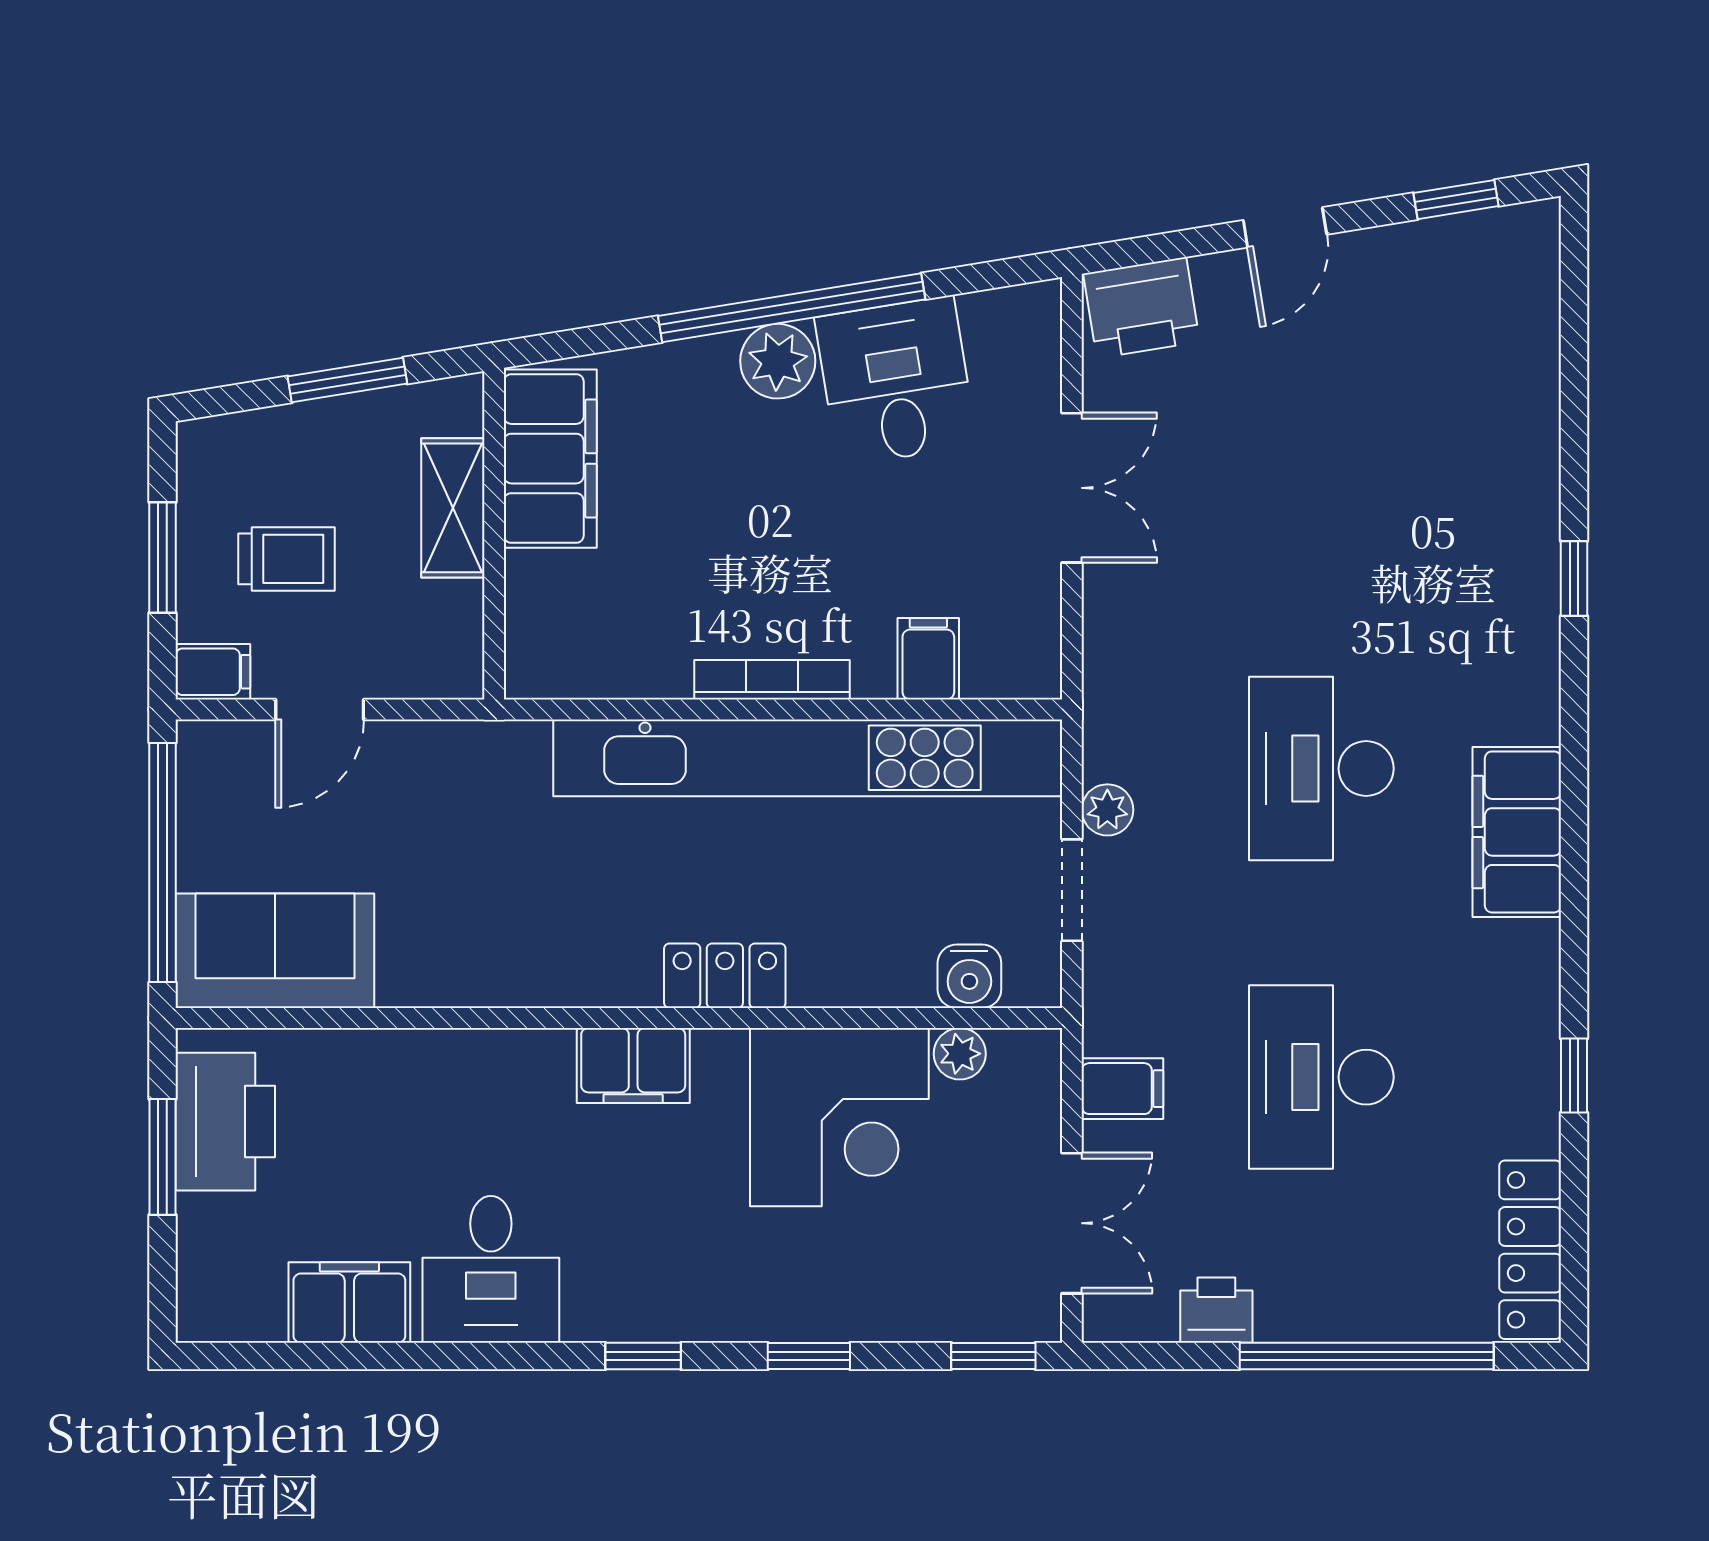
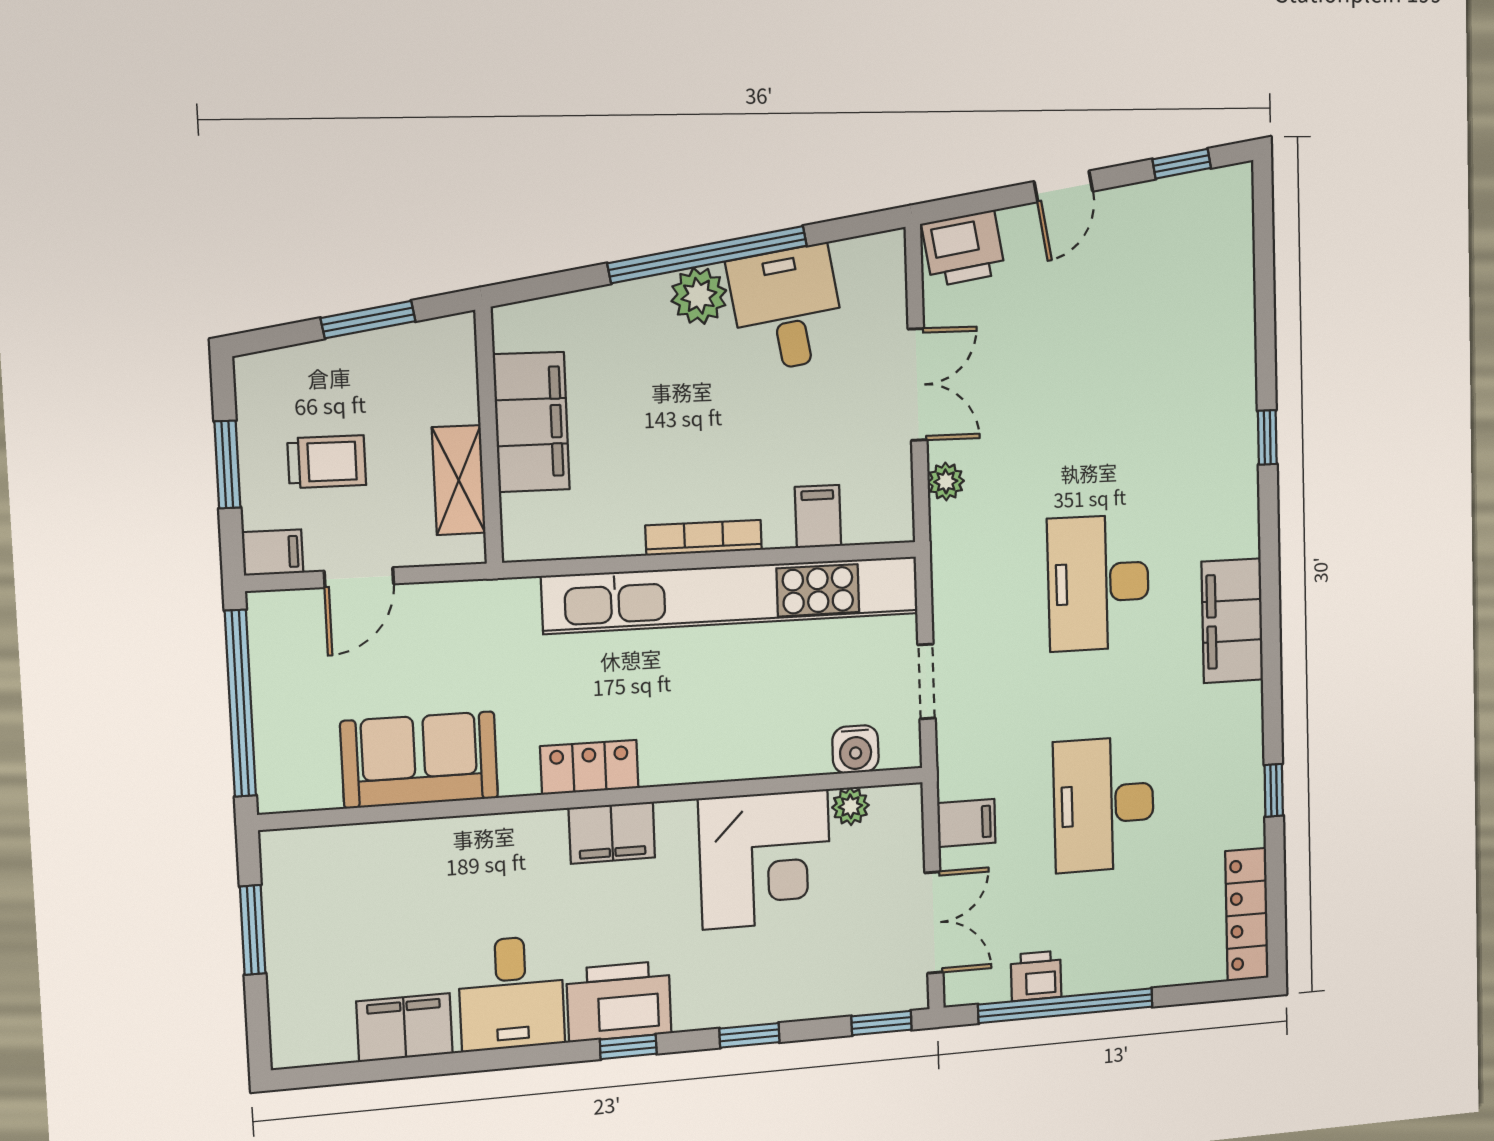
filing cabinet: (550, 459) -> (531, 422), moved
shelving: (453, 508) -> (459, 480), moved
plant: (1107, 810) -> (946, 481), moved
sofa: (275, 951) -> (419, 760), moved
locker: (725, 976) -> (589, 767), moved
printer: (225, 1122) -> (619, 1001), moved, turned -90
window: (1367, 1356) -> (1066, 1006), moved

